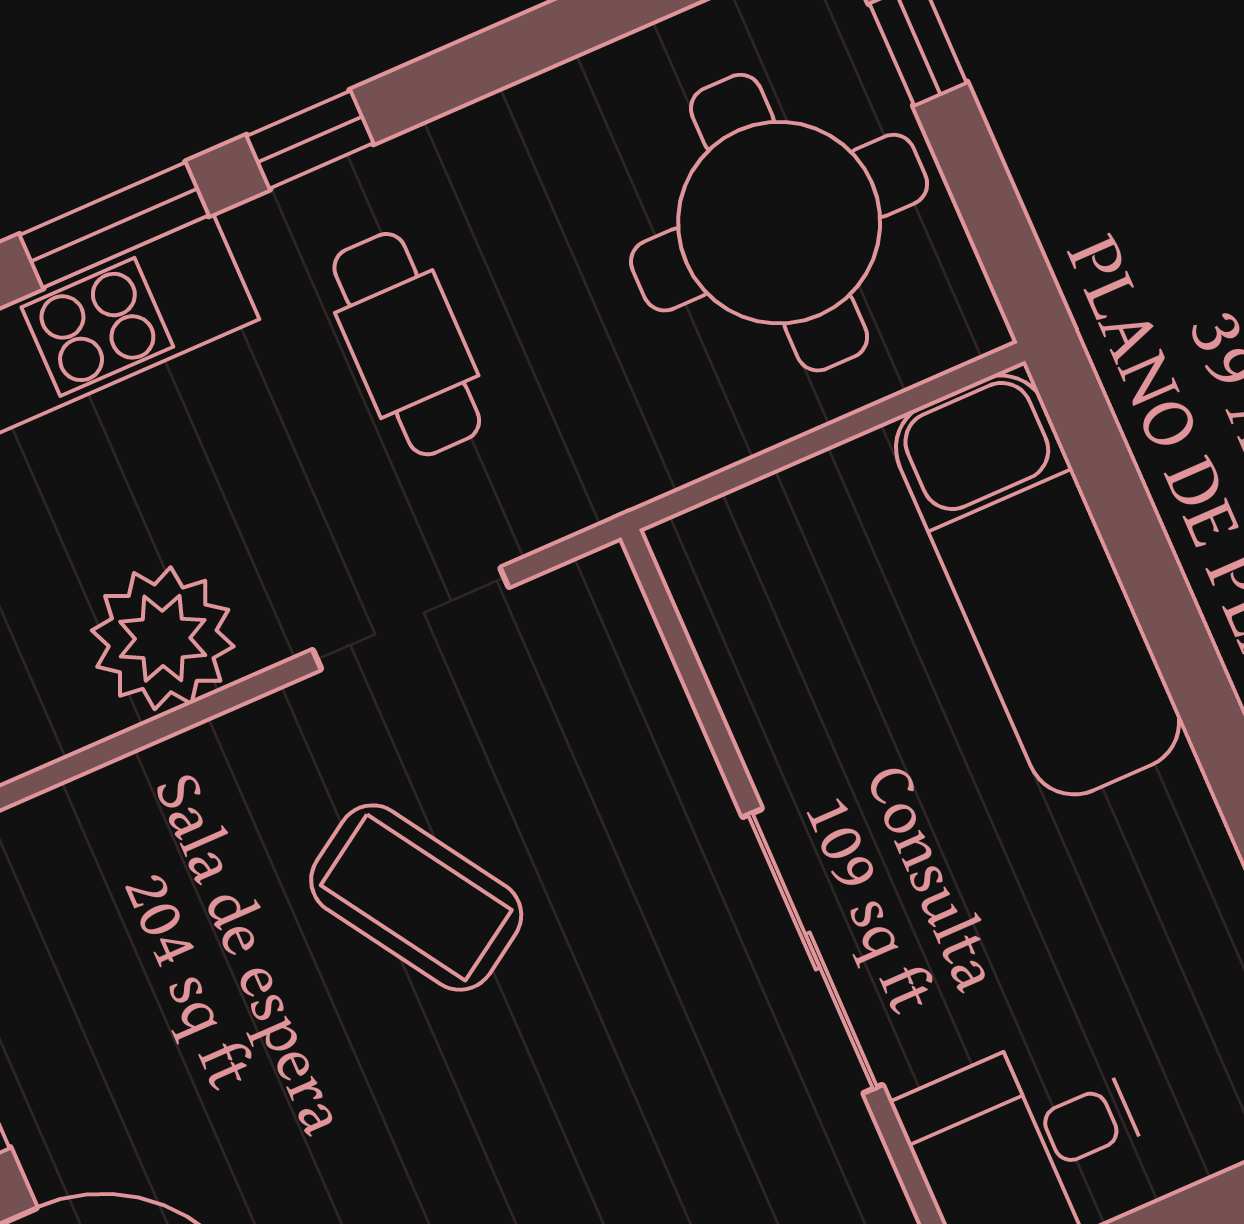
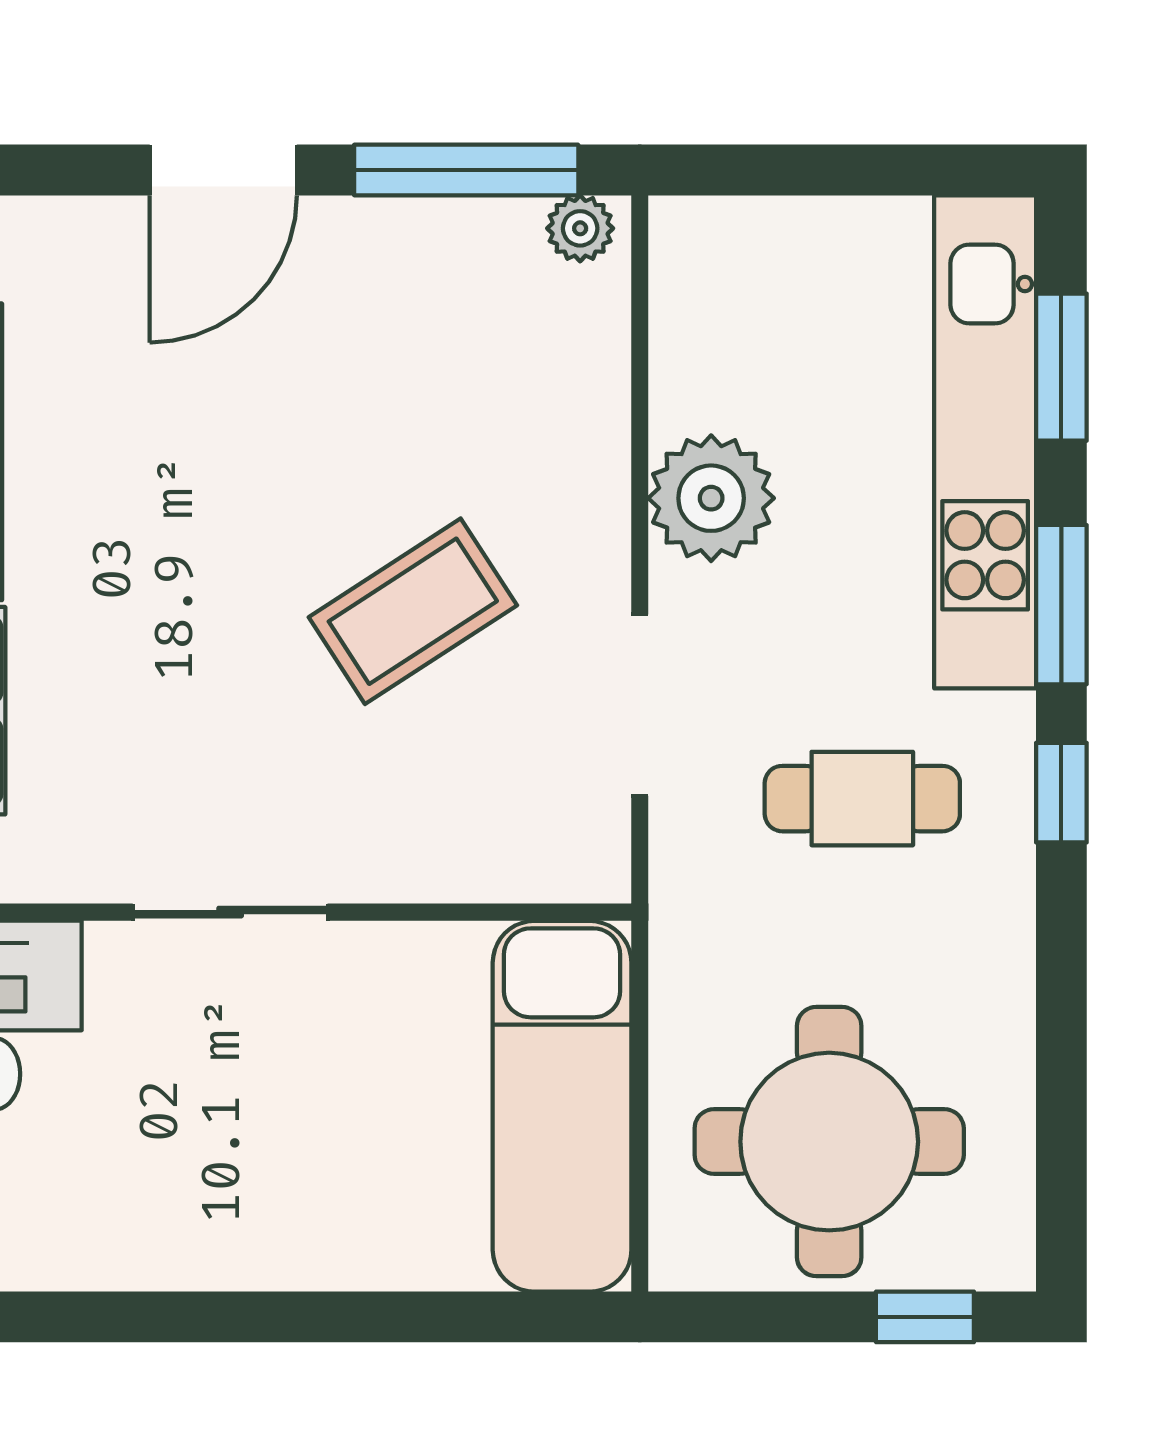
exam couch: (1038, 585) -> (562, 1106), moved, turned -90
sliding door: (813, 951) -> (230, 912), width x0.73

